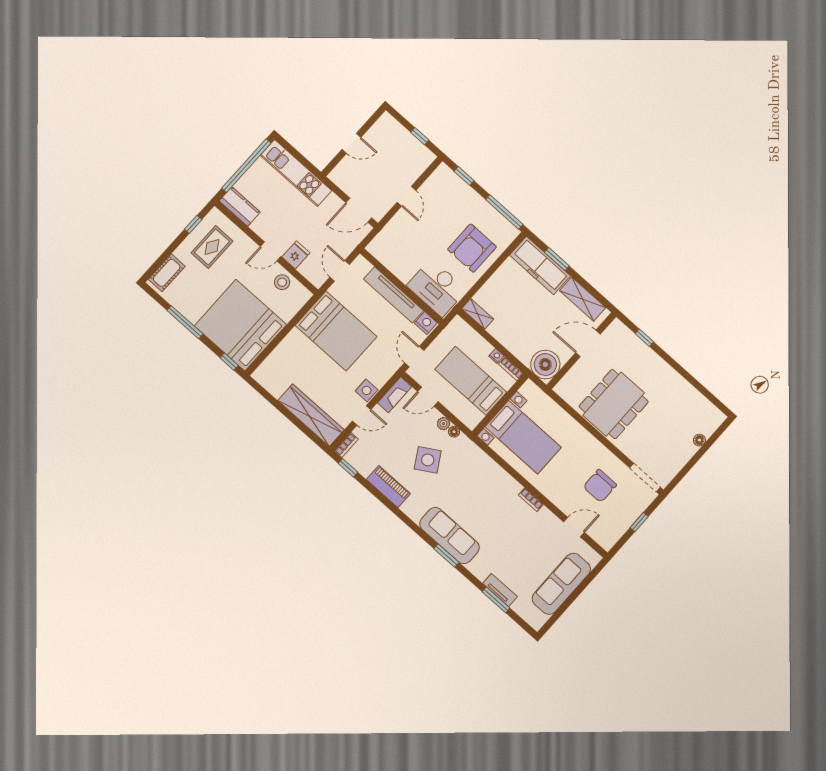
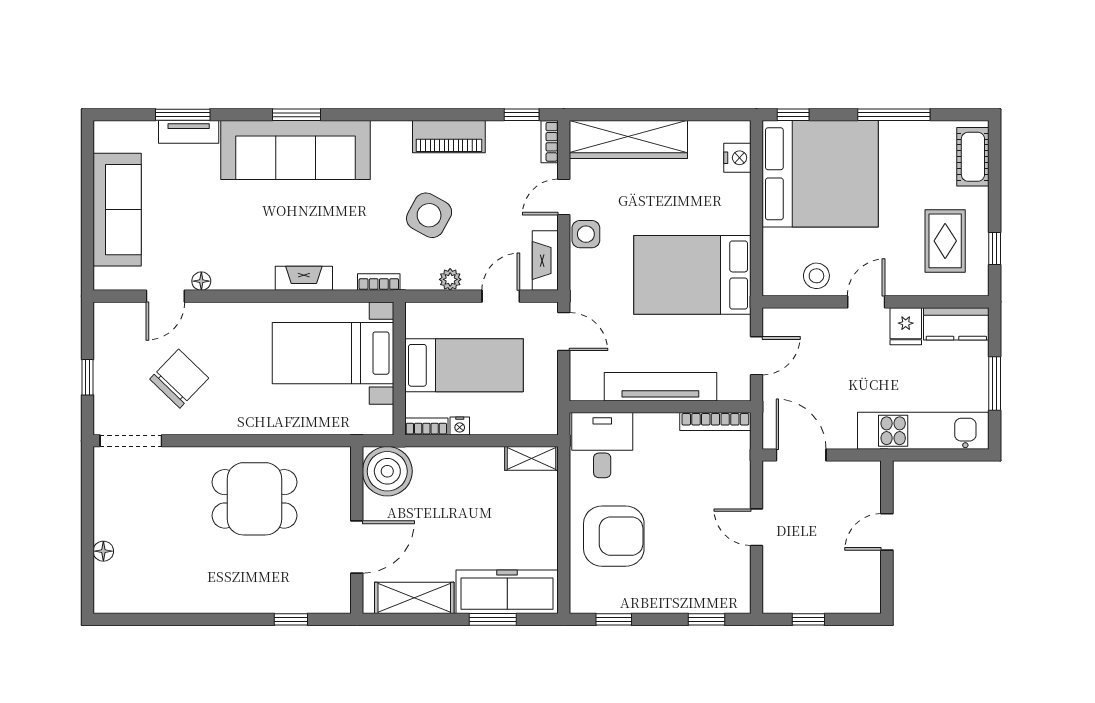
window: (246, 166) -> (995, 383), width x0.47
door: (359, 210) -> (801, 455), hinge flipped
window: (504, 212) -> (614, 619), width x0.46
armchair: (472, 248) -> (614, 536), turned 90
fridge: (296, 255) -> (906, 326), moved
bookcase: (383, 258) -> (715, 421), added
door: (340, 271) -> (757, 356), hinge flipped
desk: (437, 288) -> (602, 445), width x0.73
nightstand: (426, 323) -> (737, 158), moved, turned -90
dining table: (614, 404) -> (255, 499), width x0.73
floor lamp: (454, 432) -> (201, 281), moved
side table: (428, 460) -> (429, 215), turned -30
fireplace: (507, 481) -> (304, 278), added
chair: (600, 486) -> (179, 379), turned 44
bookcase: (531, 500) -> (379, 282), moved
sofa: (449, 536) -> (295, 150), width x1.36, depth x1.27

